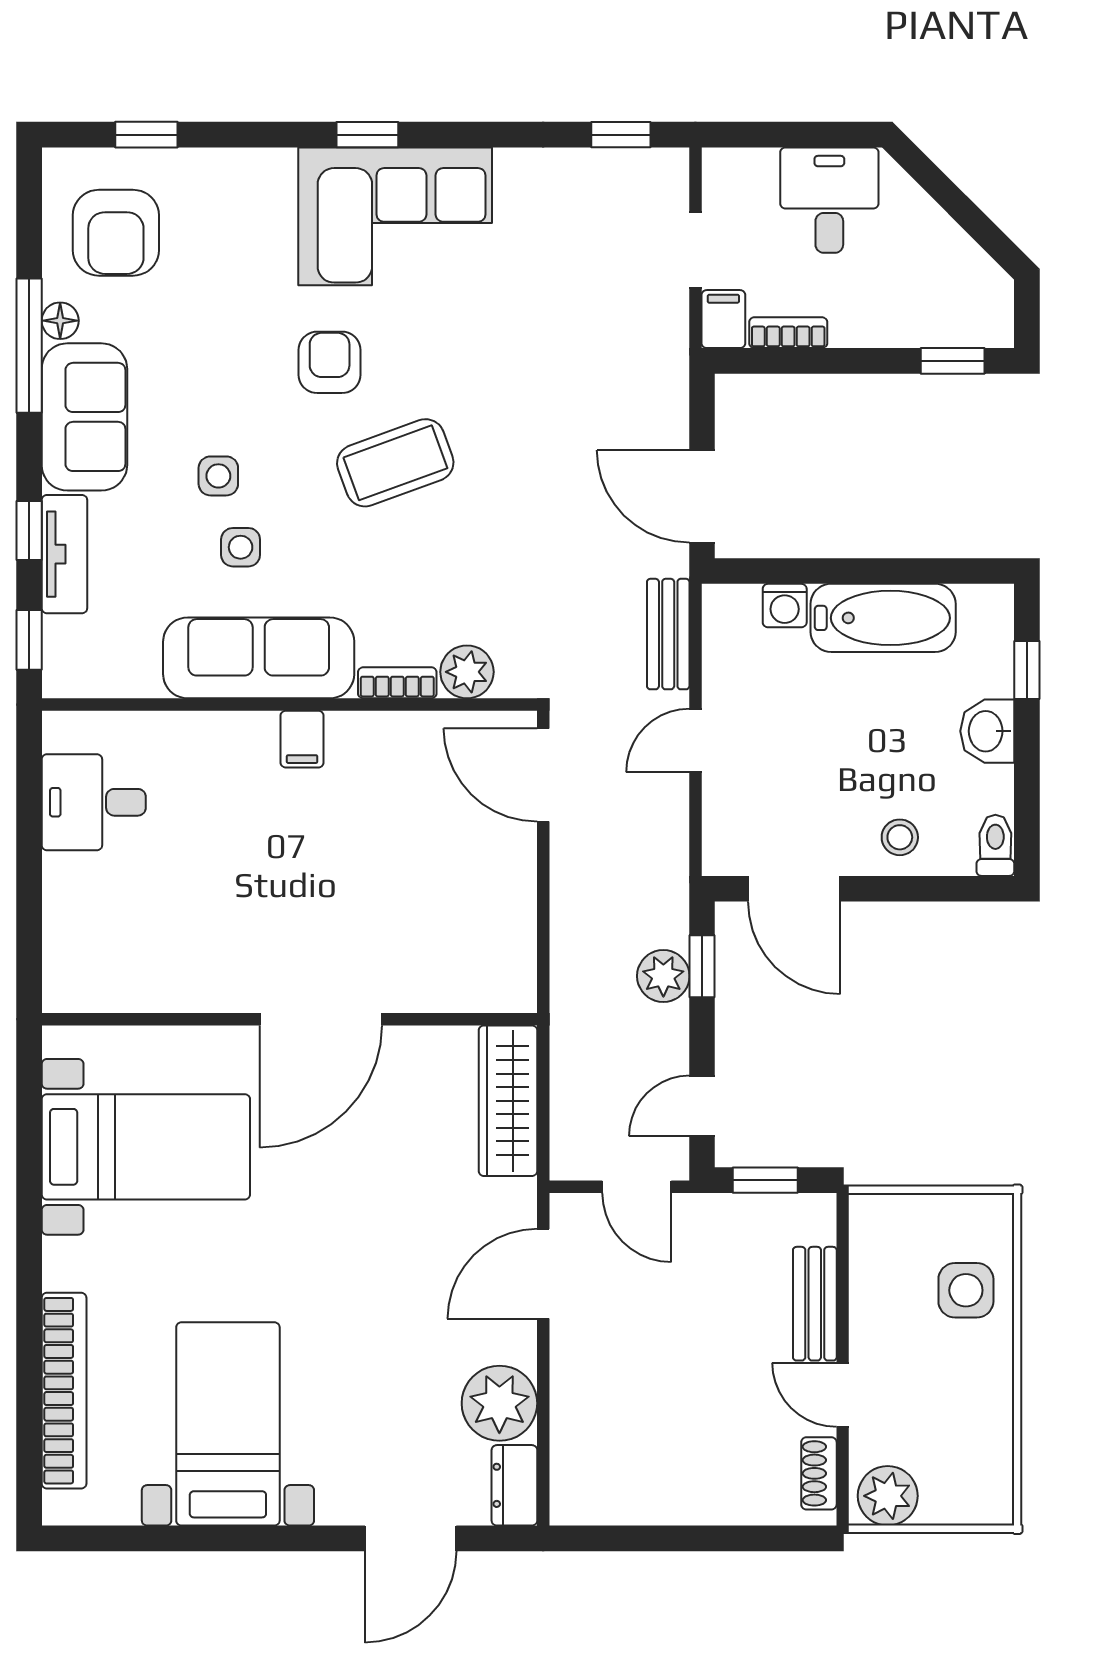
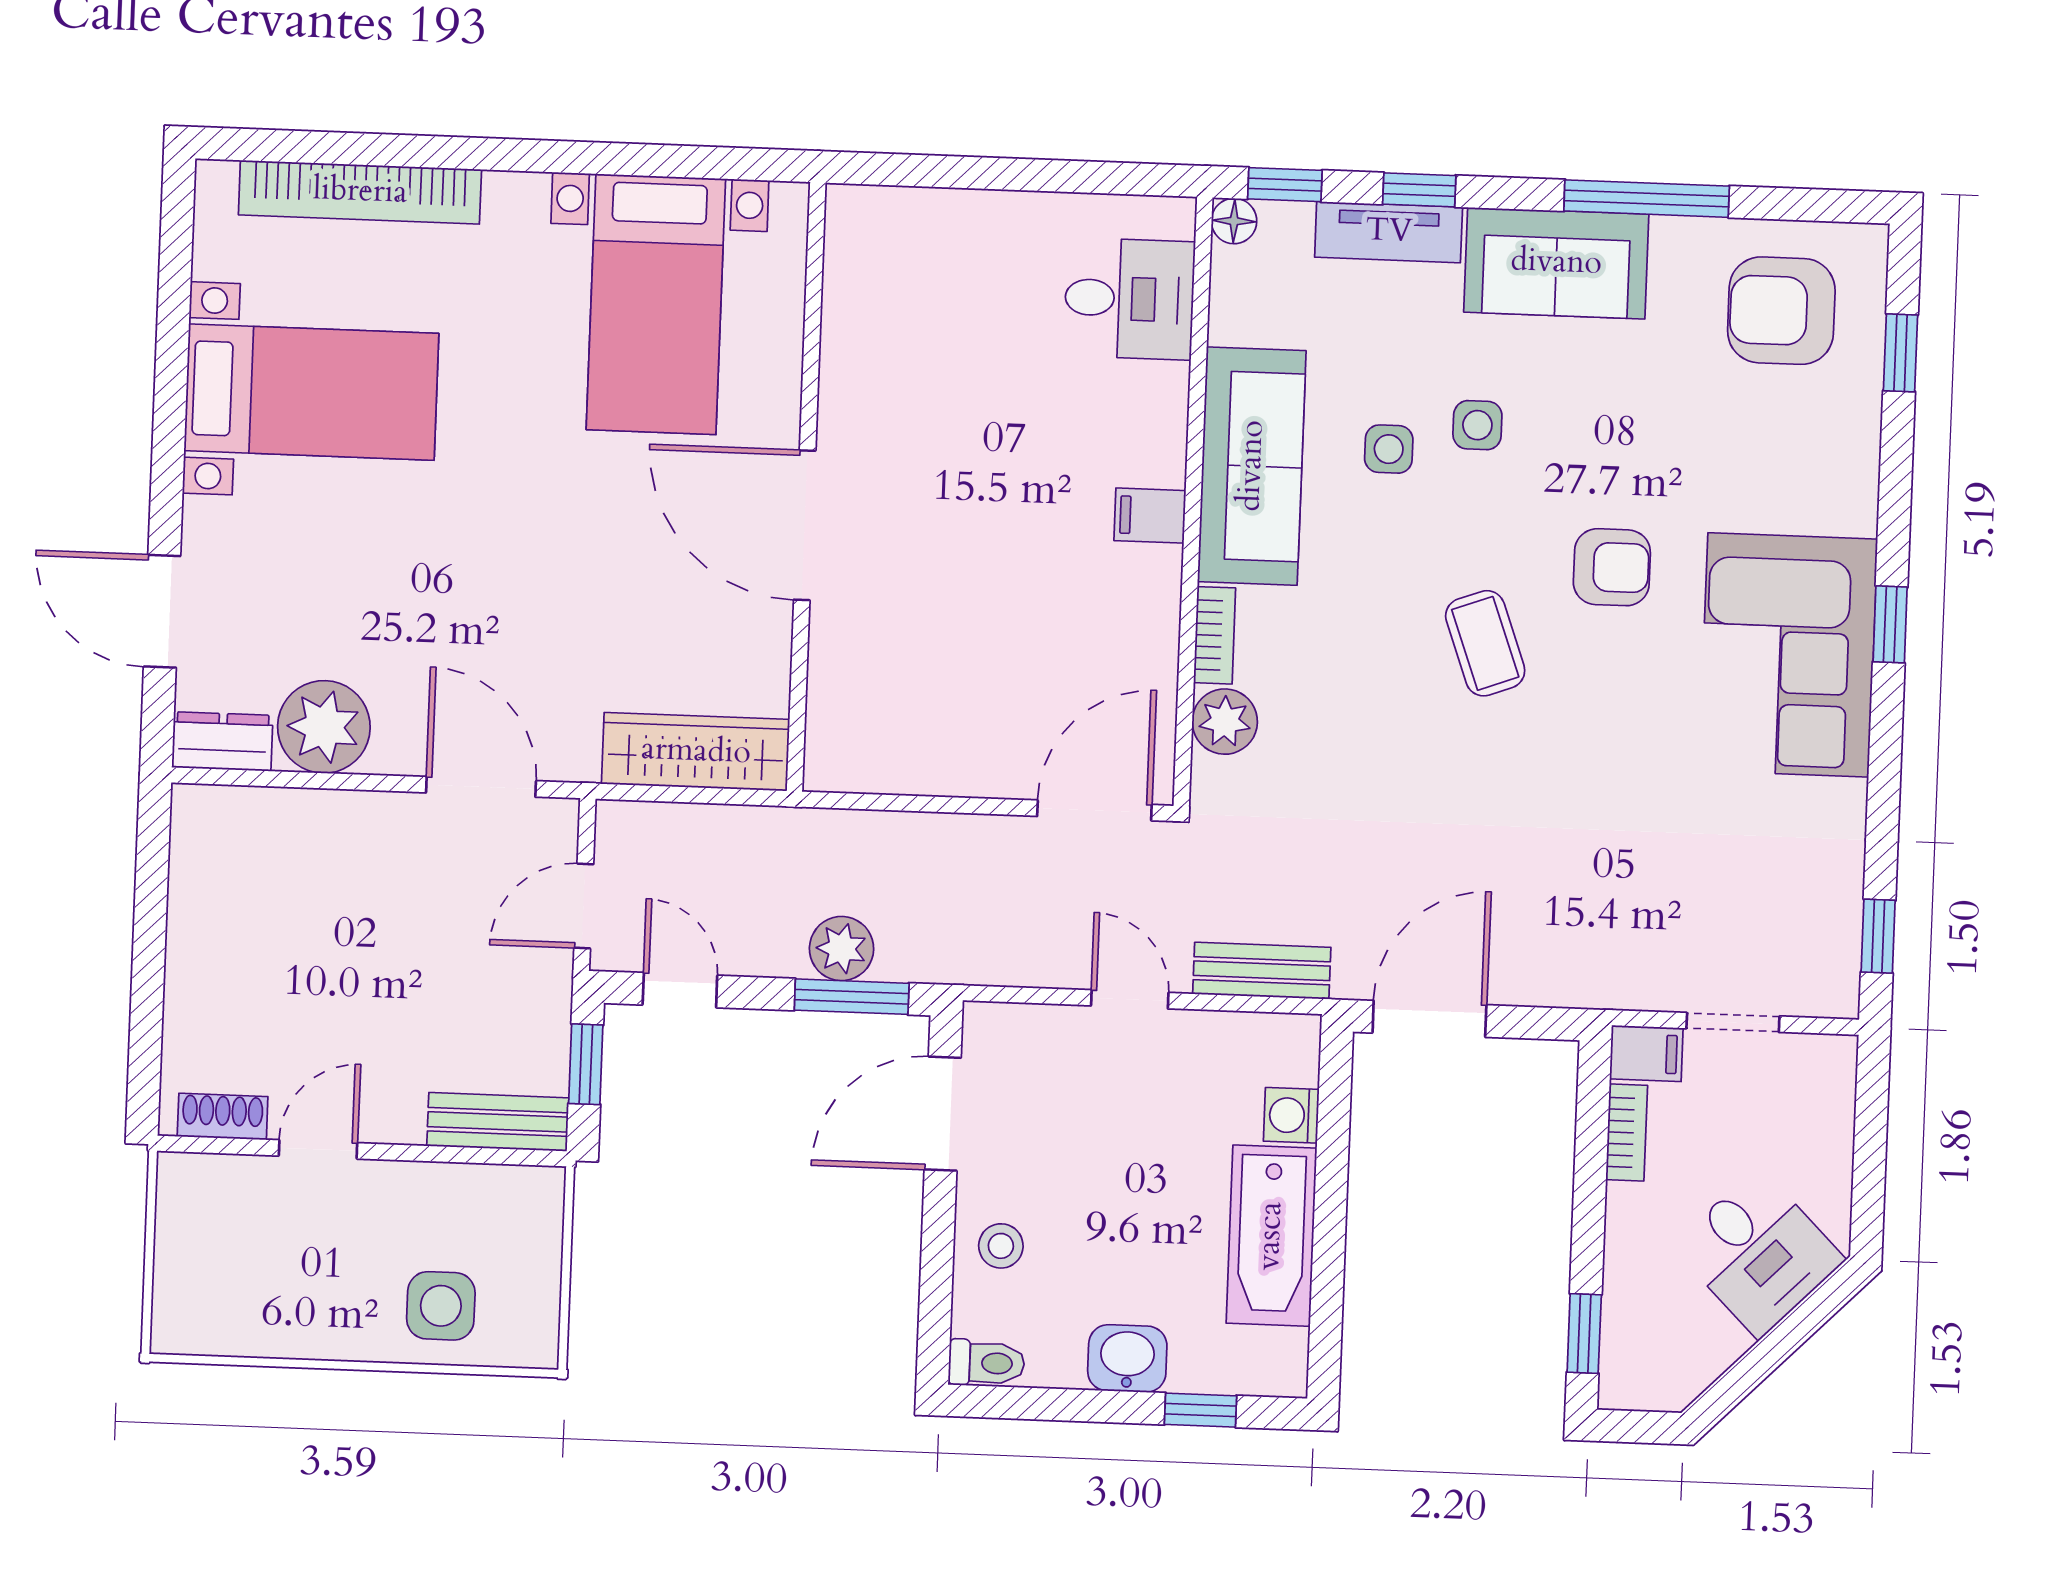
desk: (829, 200) -> (1759, 1253), moved, turned 45
floor lamp: (60, 321) -> (1234, 221), moved
coffee table: (395, 463) -> (1485, 643), width x0.73, depth x0.77
desk: (94, 802) -> (1129, 299), moved, turned 90
window: (702, 966) -> (852, 997), width x1.50
bench: (815, 1304) -> (498, 1122), moved
plant: (888, 1496) -> (192, 1200), removed

